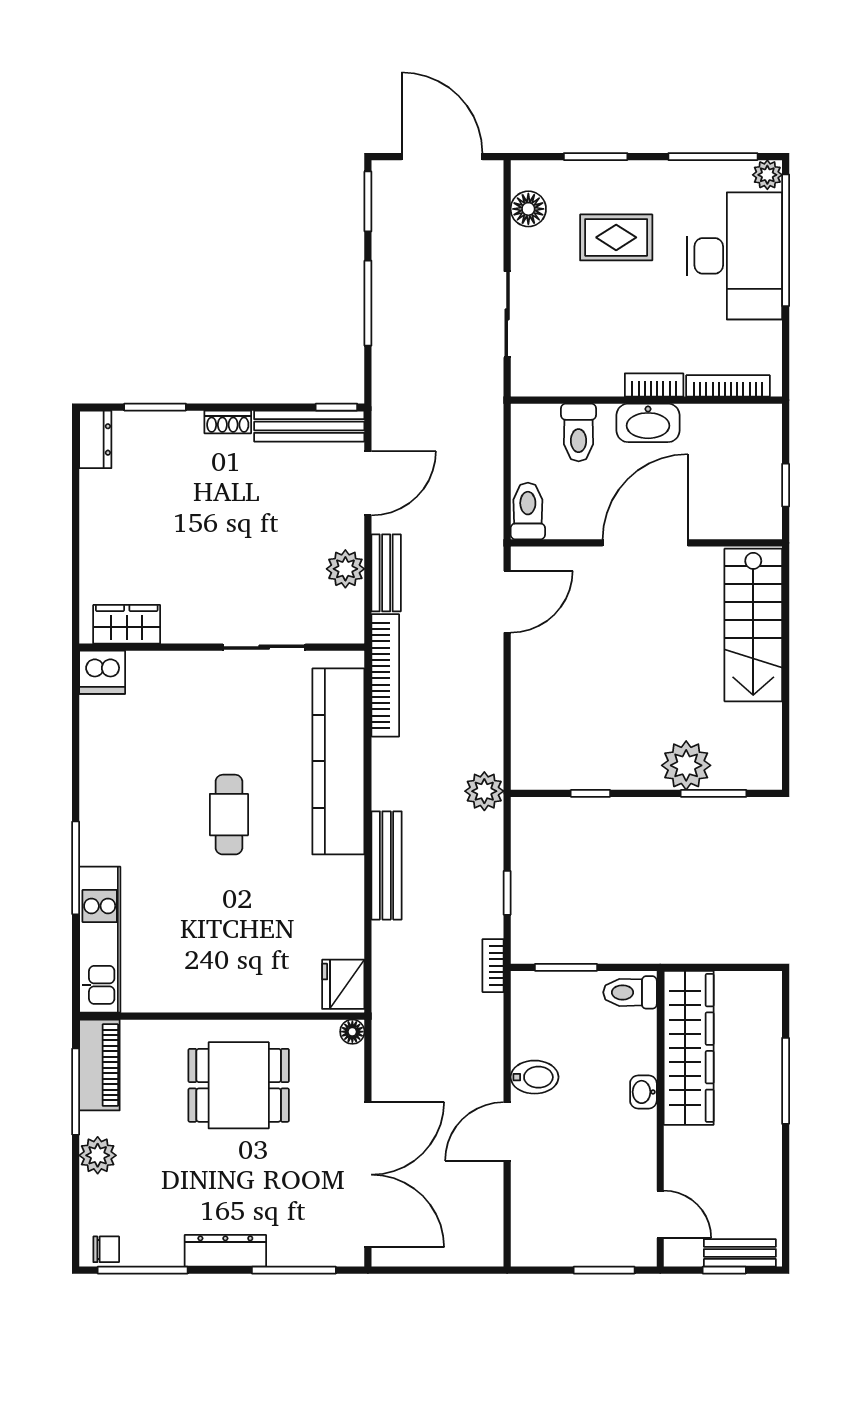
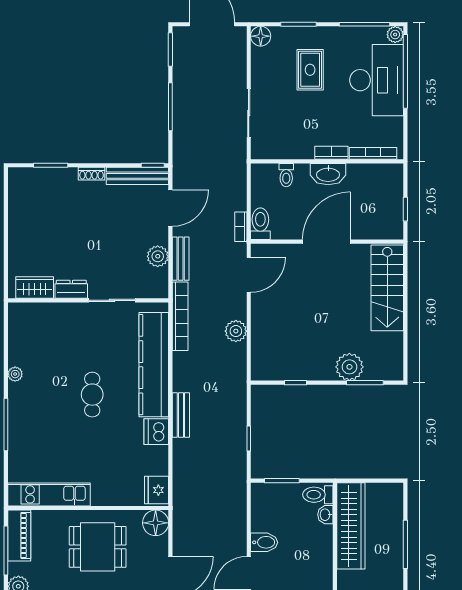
floor lamp: (528, 209) -> (261, 36), moved
rug: (616, 237) -> (310, 70), turned 90
toilet: (579, 433) -> (286, 175), width x0.73, depth x0.72
dresser: (95, 439) -> (71, 289), moved, turned -90
dishwasher: (102, 672) -> (156, 432), moved, turned 90
plant: (92, 778) -> (15, 374), added
plant: (484, 791) -> (236, 331), moved
bench: (387, 865) -> (181, 415), width x0.73
kitchen unit: (100, 940) -> (49, 494), moved, turned -90
bookcase: (493, 966) -> (241, 227), moved
floor lamp: (352, 1032) -> (156, 523), width x1.89, depth x1.89
washbasin: (643, 1092) -> (325, 515), moved

